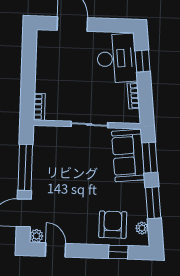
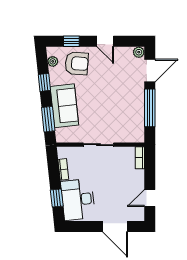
door: (29, 57) -> (150, 198), added
sofa: (128, 156) -> (64, 106), moved
window: (153, 203) -> (44, 82), width x0.67
armchair: (113, 225) -> (77, 63), turned -86
door: (56, 250) -> (105, 41), moved

